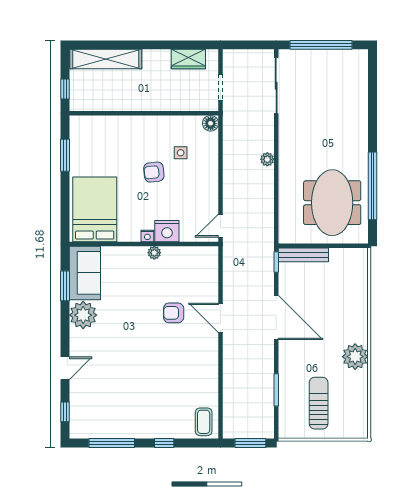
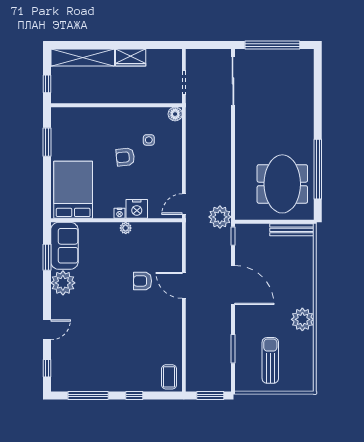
wardrobe: (188, 59) -> (131, 58), moved
plant: (267, 159) -> (220, 217), moved, width x1.88, depth x1.88
bench: (303, 255) -> (292, 230), moved

